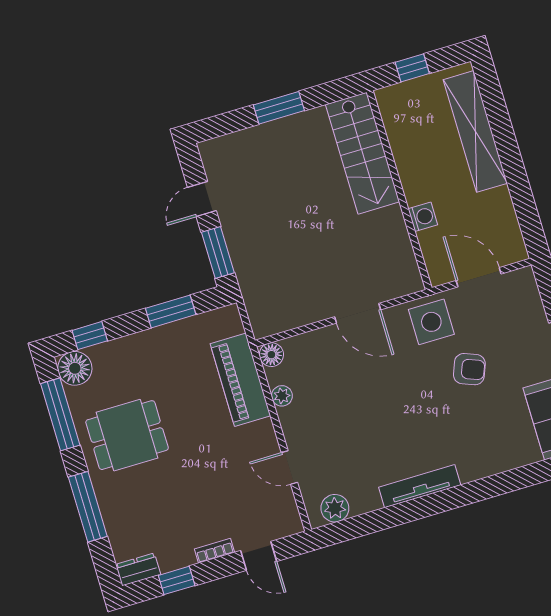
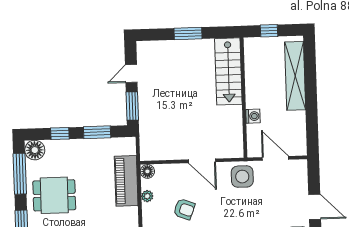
window: (90, 336) -> (60, 133), moved
armchair: (469, 369) -> (184, 209), moved

